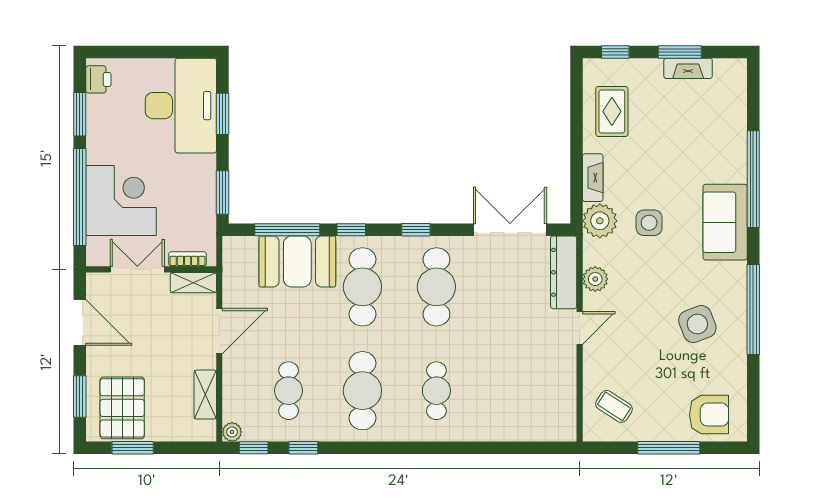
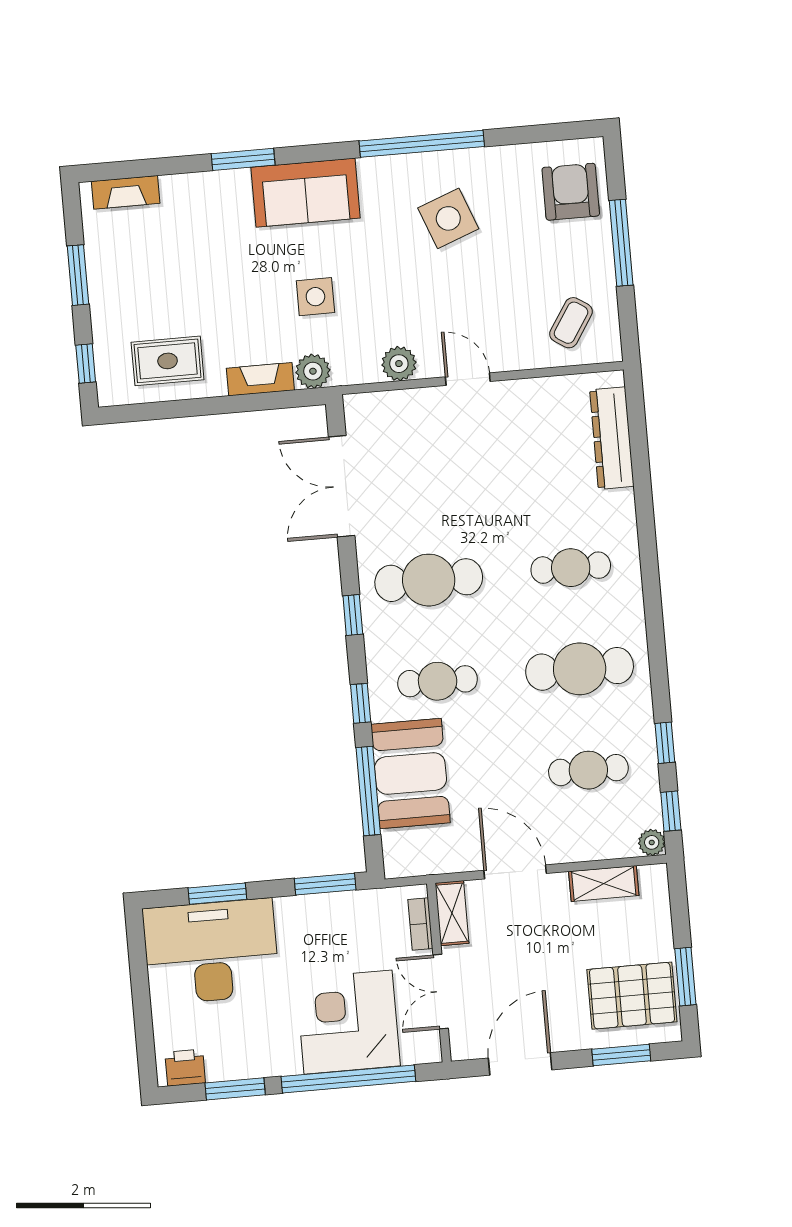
fireplace: (688, 68) -> (126, 192), moved, turned 90
window: (753, 179) -> (243, 159), width x0.47
plant: (600, 221) -> (313, 371), width x0.73, depth x0.73
dresser: (564, 272) -> (612, 438), moved, turned 90
cafe table: (362, 287) -> (438, 681), width x0.73, depth x0.74

